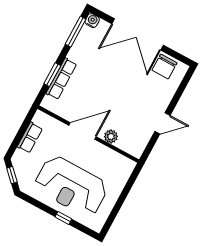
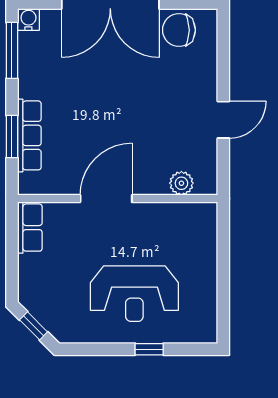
chair: (165, 67) -> (179, 30), turned 90
plant: (111, 136) -> (181, 183), moved
row of seats: (30, 138) -> (30, 228), moved
reception desk: (71, 186) -> (134, 294), width x0.74, depth x0.77

